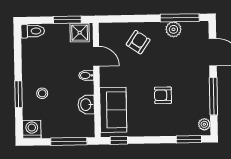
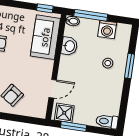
door: (96, 56) -> (53, 89), swing flipped
bidet: (86, 75) -> (72, 21), moved
washing machine: (32, 129) -> (107, 30), moved

